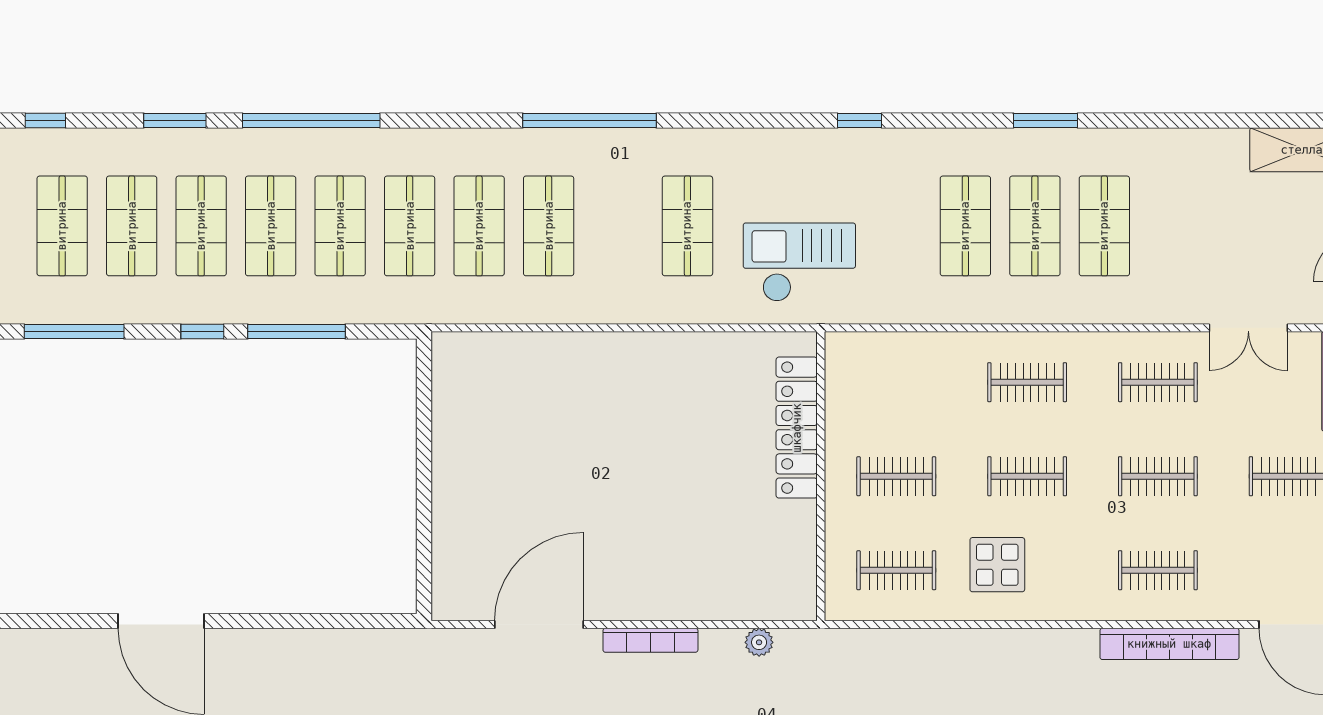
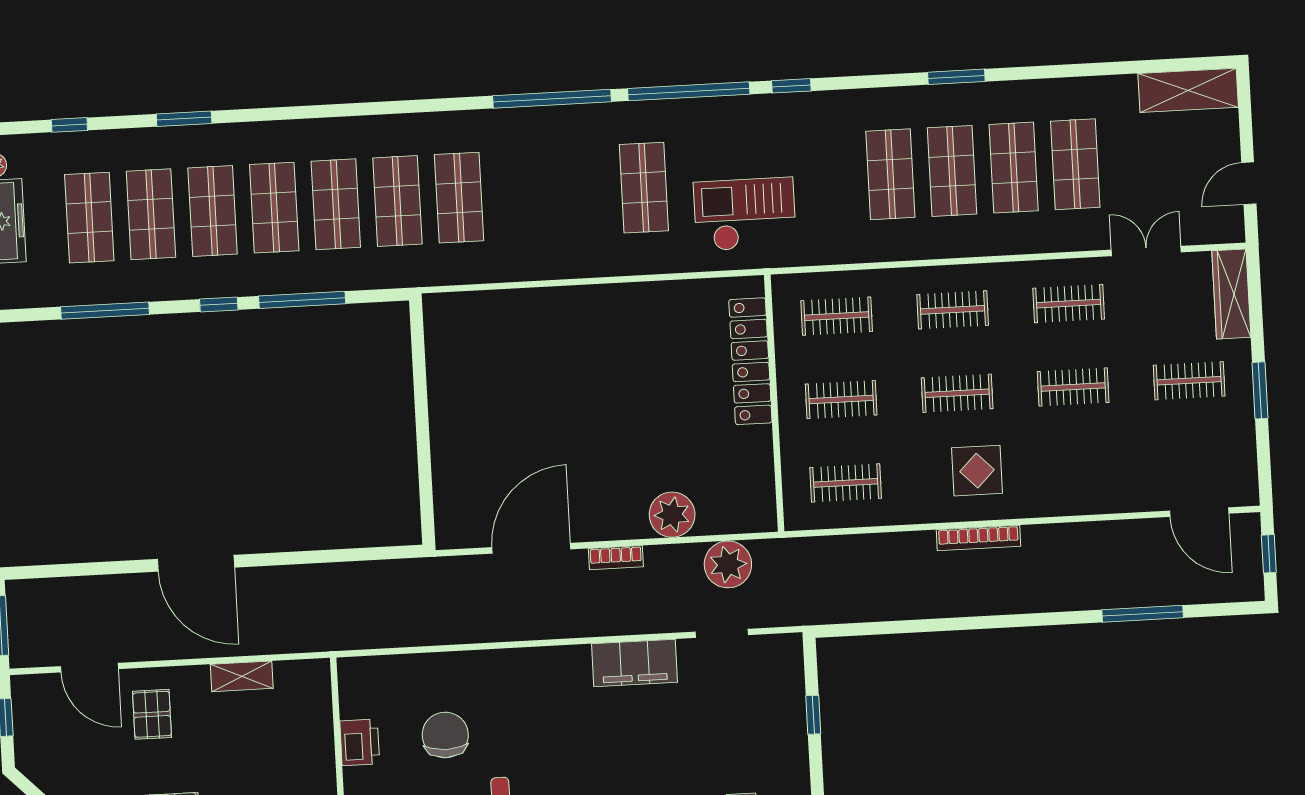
window: (311, 120) -> (689, 91), moved
shop shelf: (549, 226) -> (1075, 164), moved
double door: (1248, 328) -> (1146, 251), swing flipped
display table: (997, 565) -> (977, 471), moved
clothes rail: (1158, 570) -> (837, 316), moved
plant: (699, 595) -> (672, 515), added
bookcase: (650, 640) -> (616, 558), width x0.64
plant: (759, 642) -> (728, 564), width x1.87, depth x1.87
bookcase: (1169, 644) -> (978, 538), moved, width x0.68, depth x0.76

